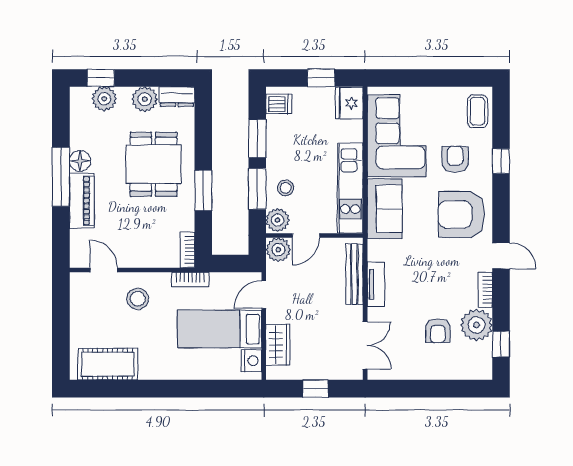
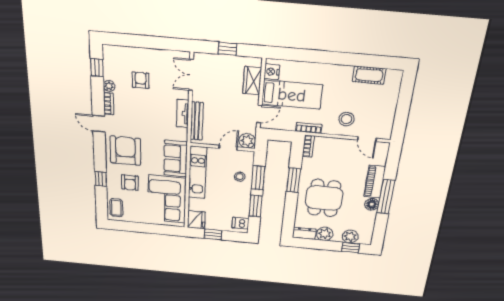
armchair: (461, 215) -> (125, 151), turned -90
plant: (278, 220) -> (246, 159), removed
plant: (477, 325) -> (109, 86), width x0.53, depth x0.53
cot: (108, 364) -> (369, 75), width x0.73, depth x0.75

